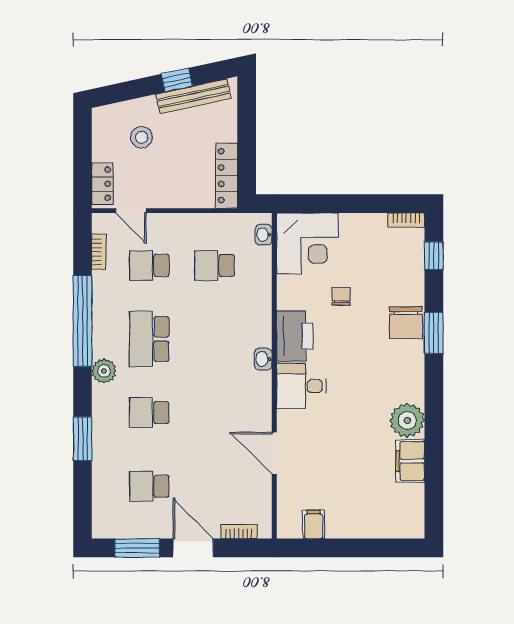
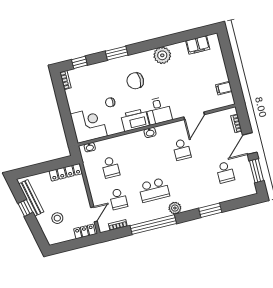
chair: (406, 323) -> (135, 81), moved, turned 180
school desk: (149, 413) -> (182, 150), moved
filing cabinet: (410, 461) -> (198, 45), moved

